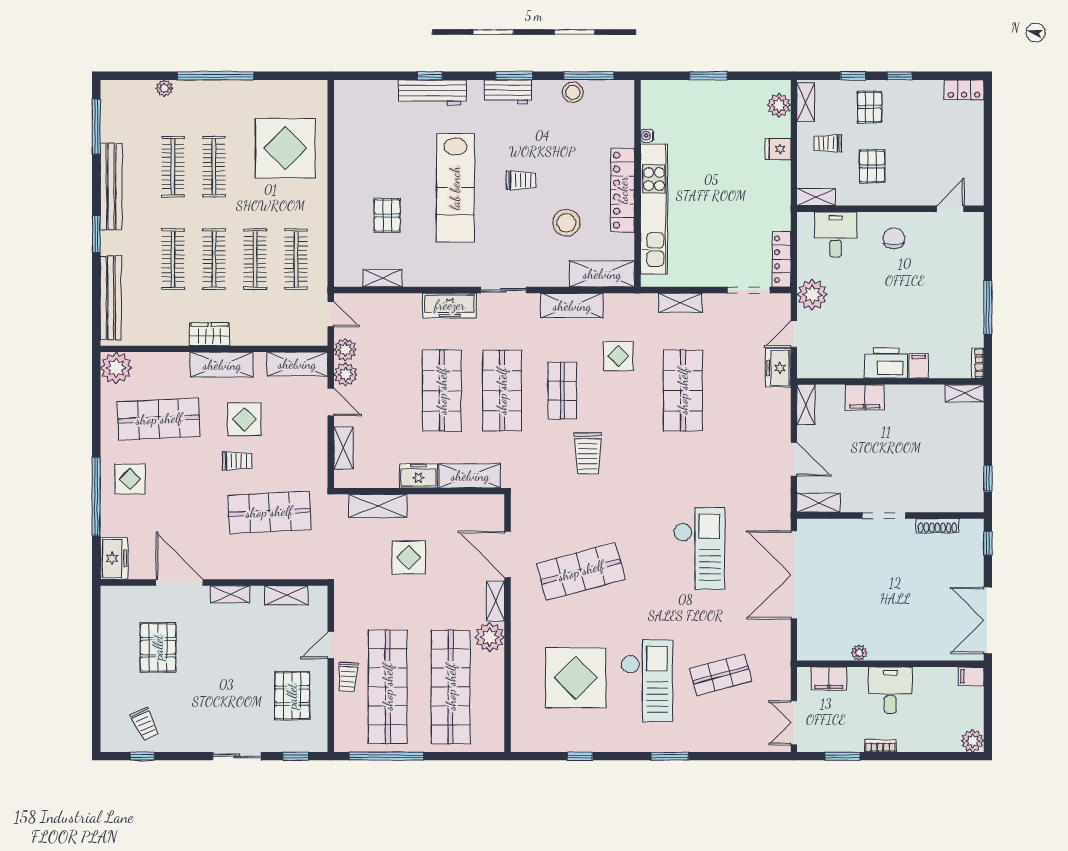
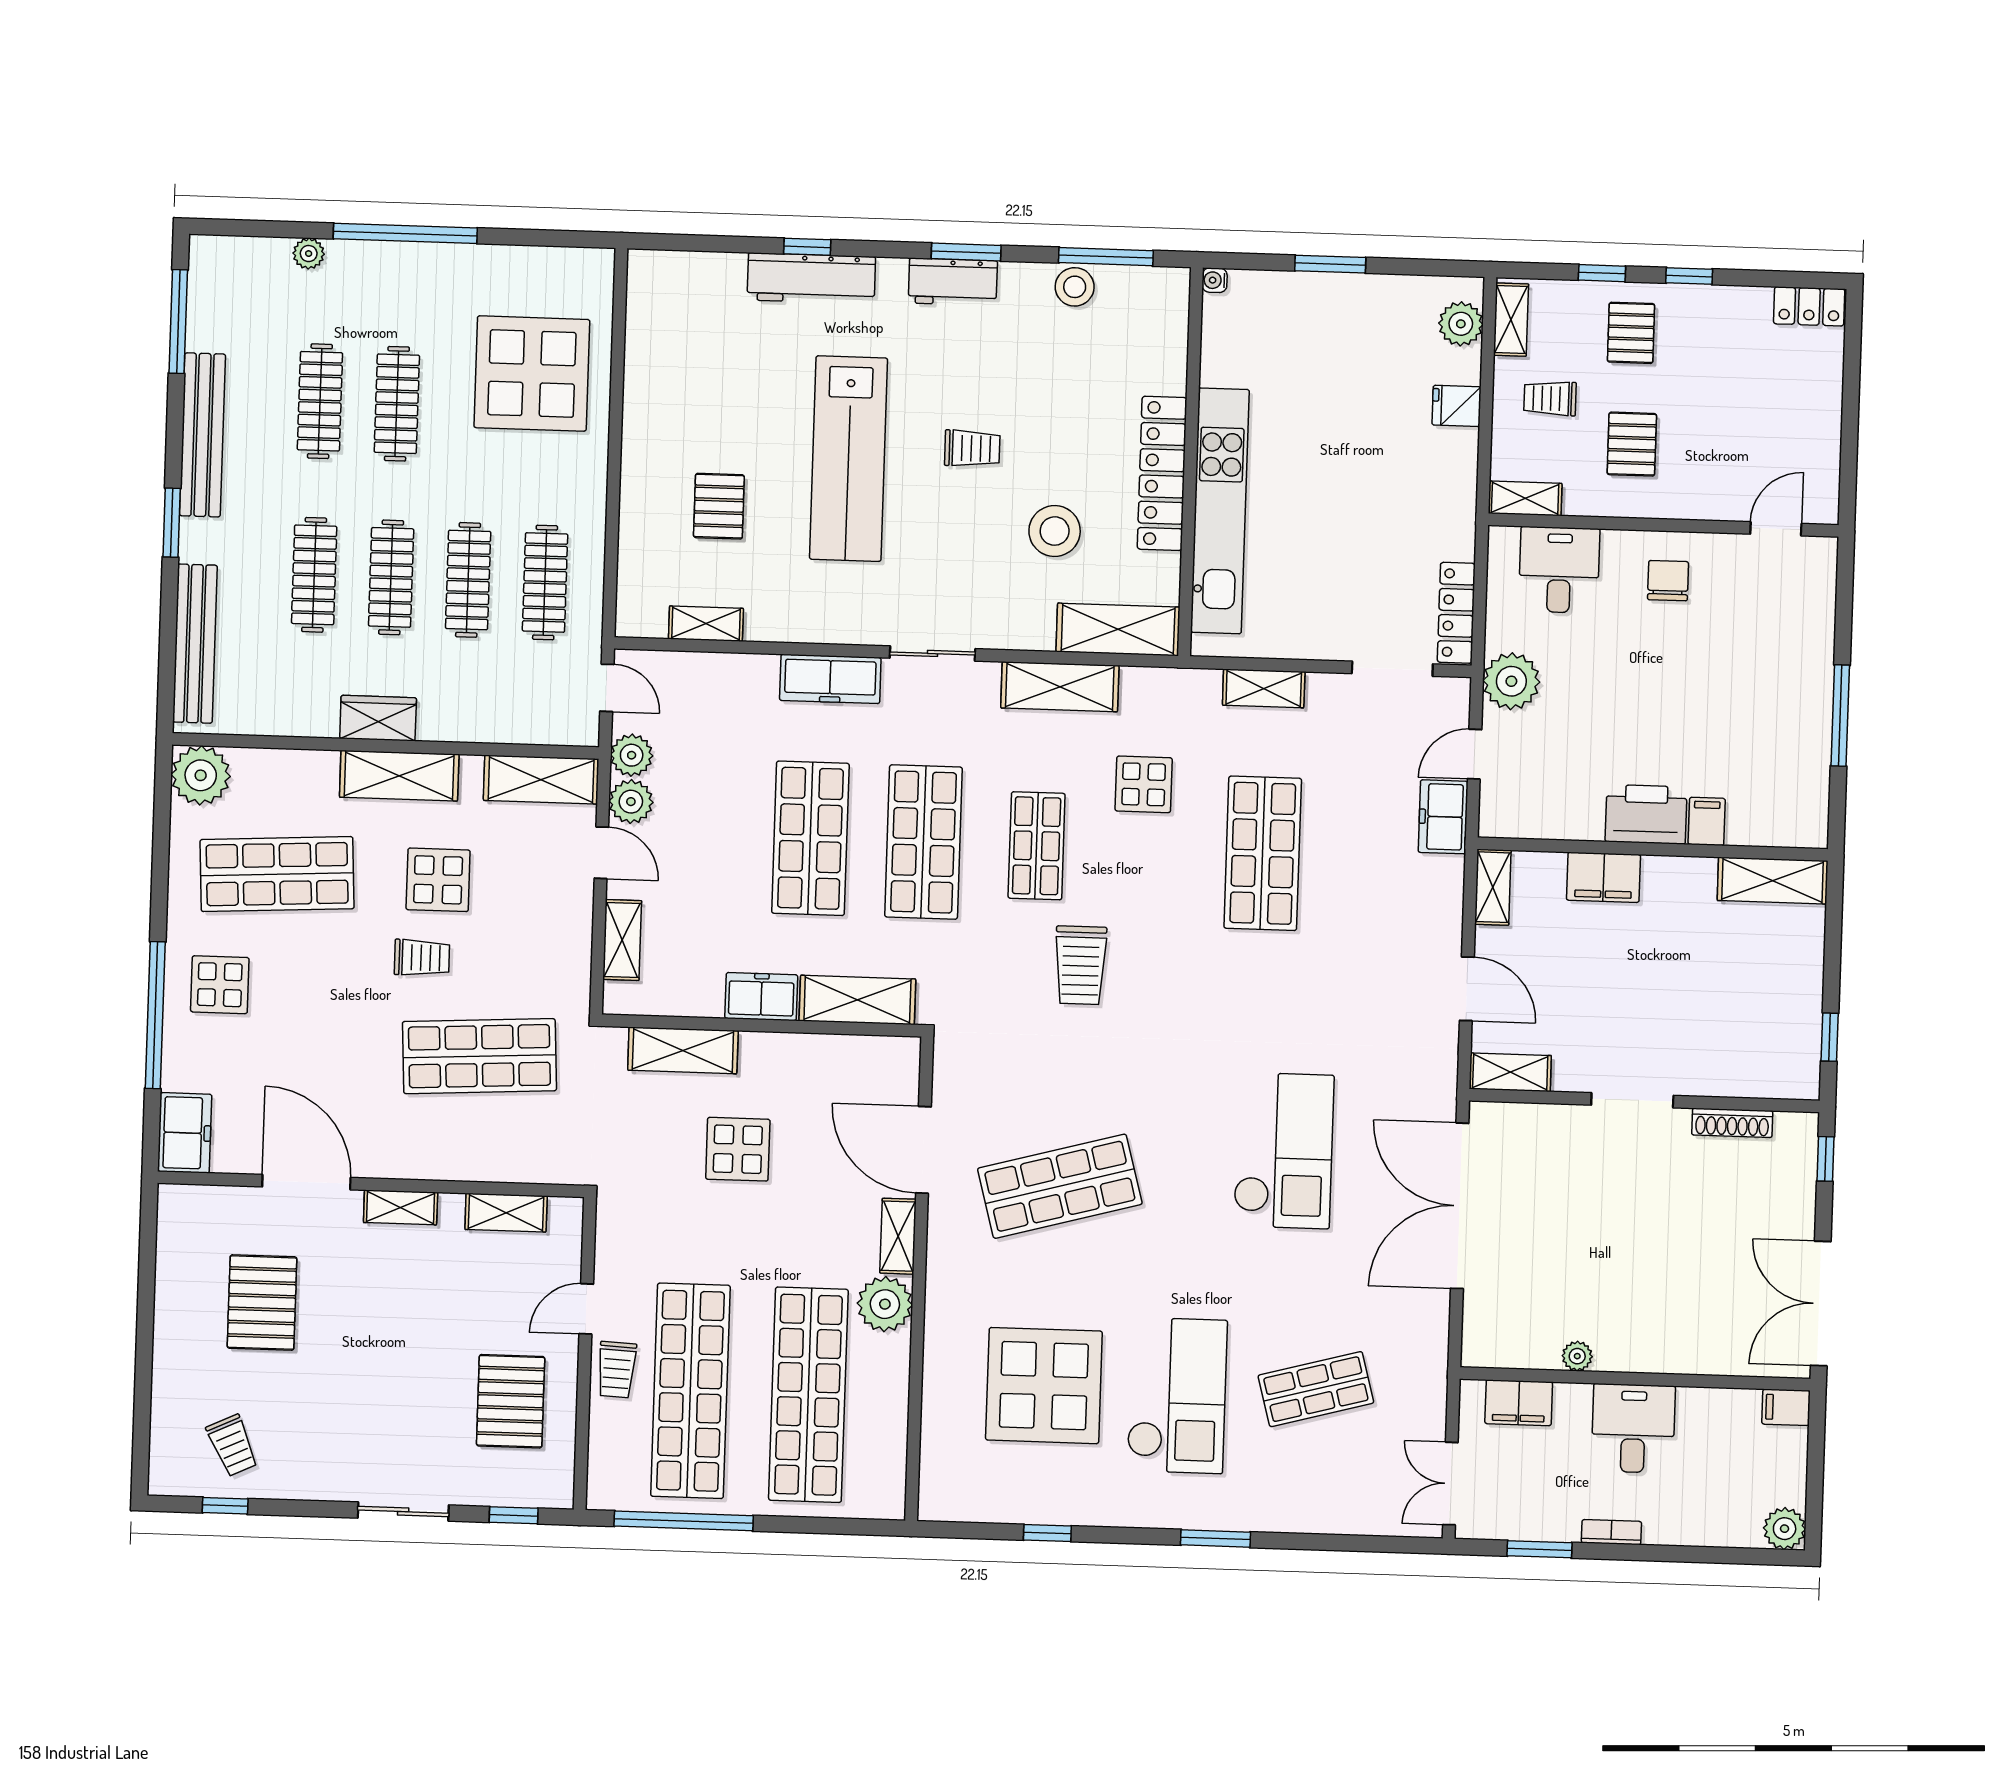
water cooler: (647, 136) -> (1215, 280), moved
bookcase: (978, 363) -> (1818, 820), removed
shelving: (964, 393) -> (1773, 881), width x1.50, depth x1.33

